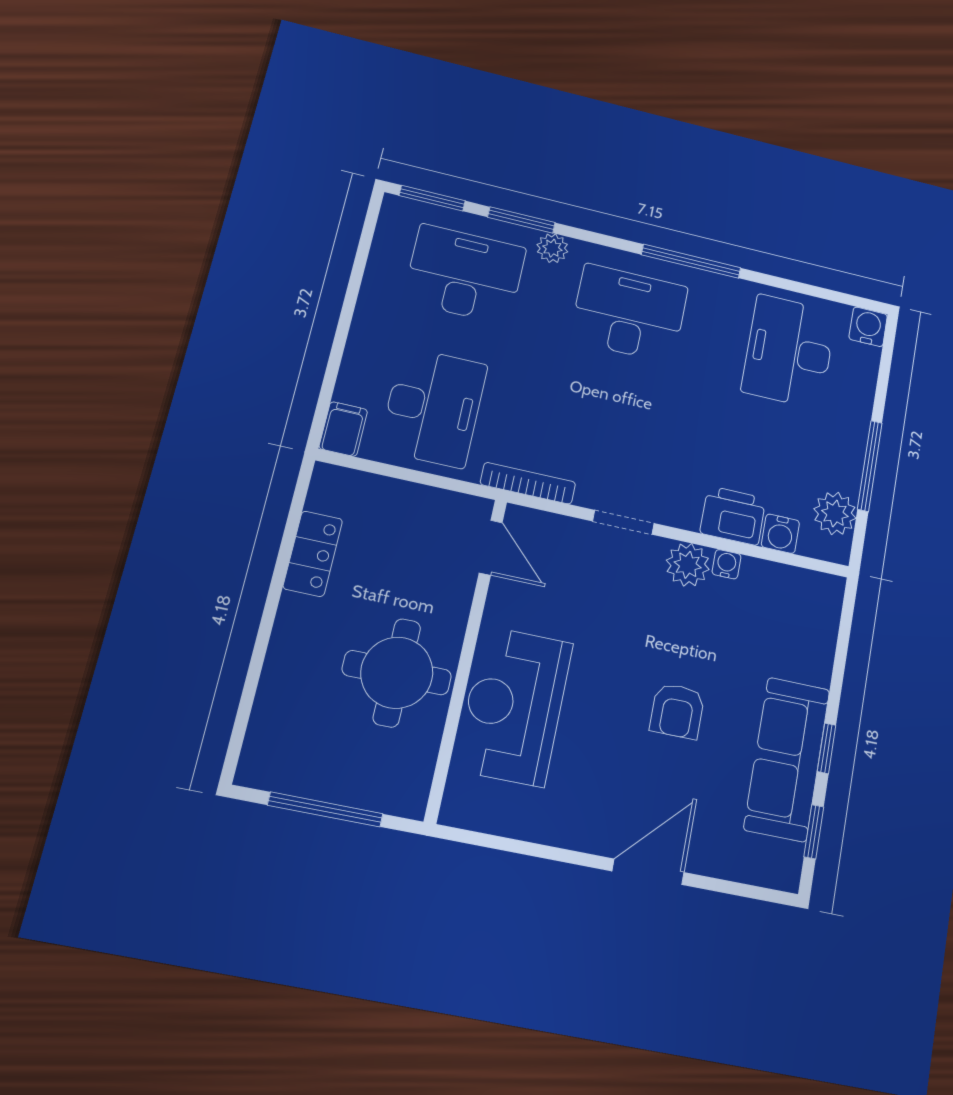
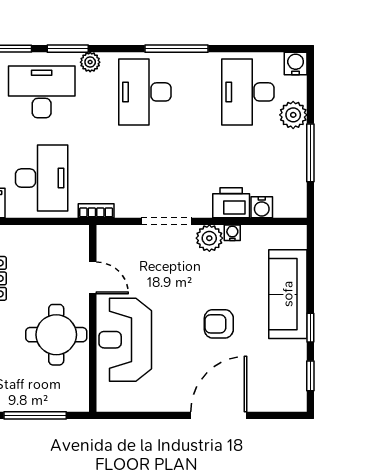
desk: (629, 313) -> (145, 92), turned -90
bookcase: (528, 483) -> (96, 211), width x0.64
plant: (835, 514) -> (293, 115), moved
doorway: (623, 522) -> (166, 221), width x1.38
door: (491, 548) -> (93, 278), moved
armchair: (677, 711) -> (219, 324), turned 90
sofa: (787, 759) -> (288, 294), moved
door: (648, 872) -> (219, 415), width x1.36

